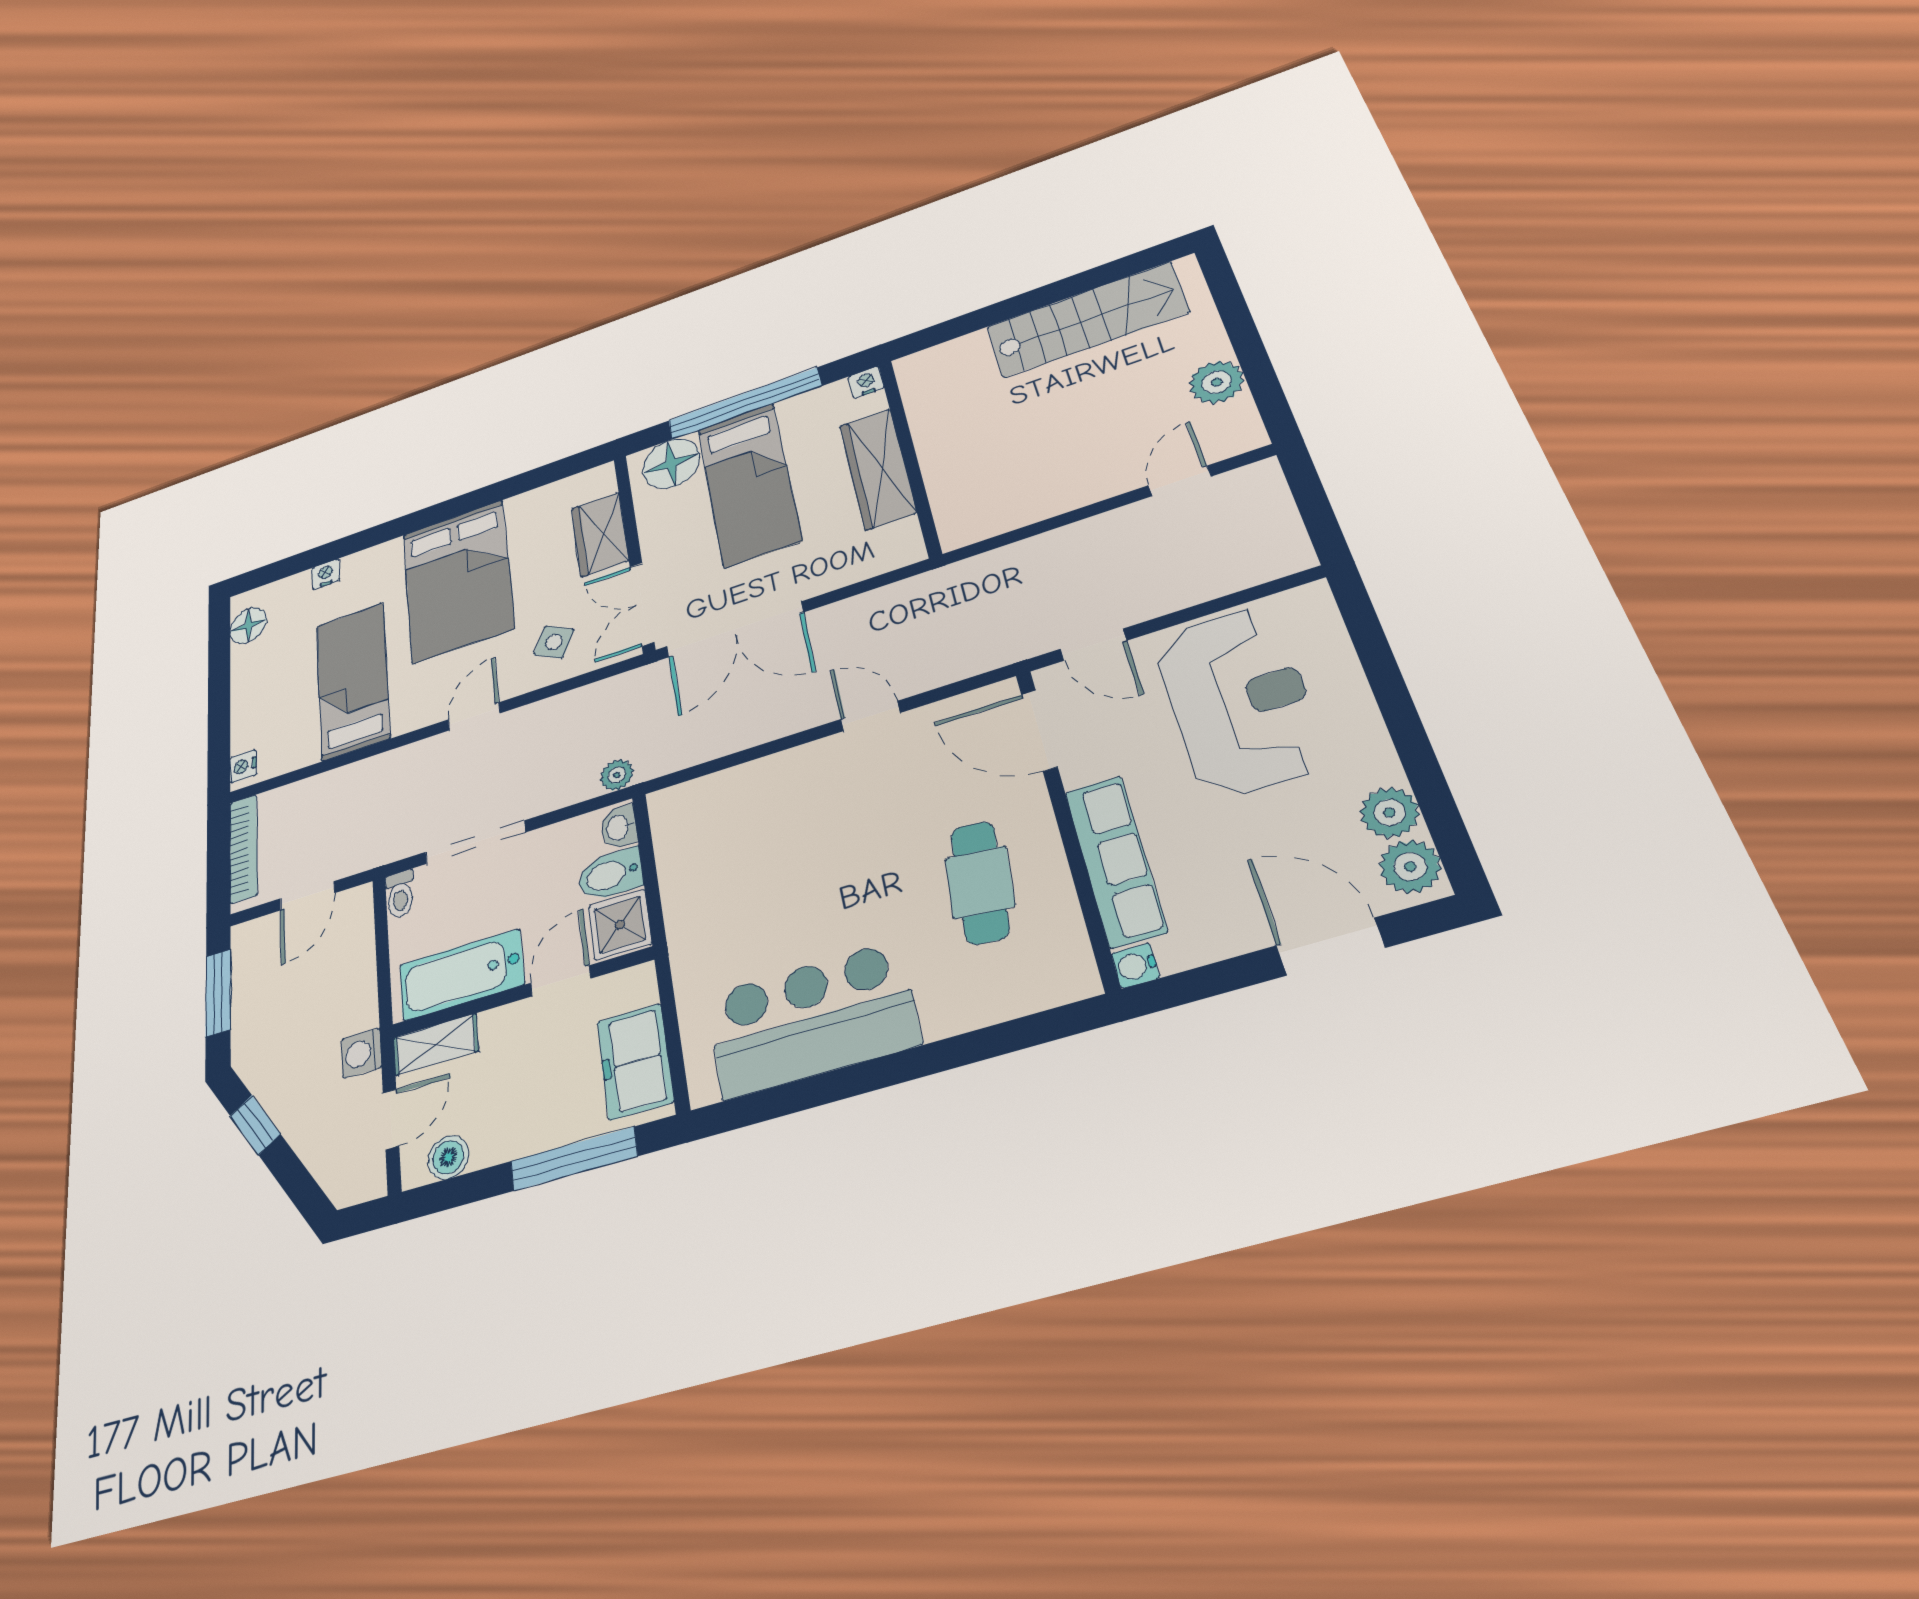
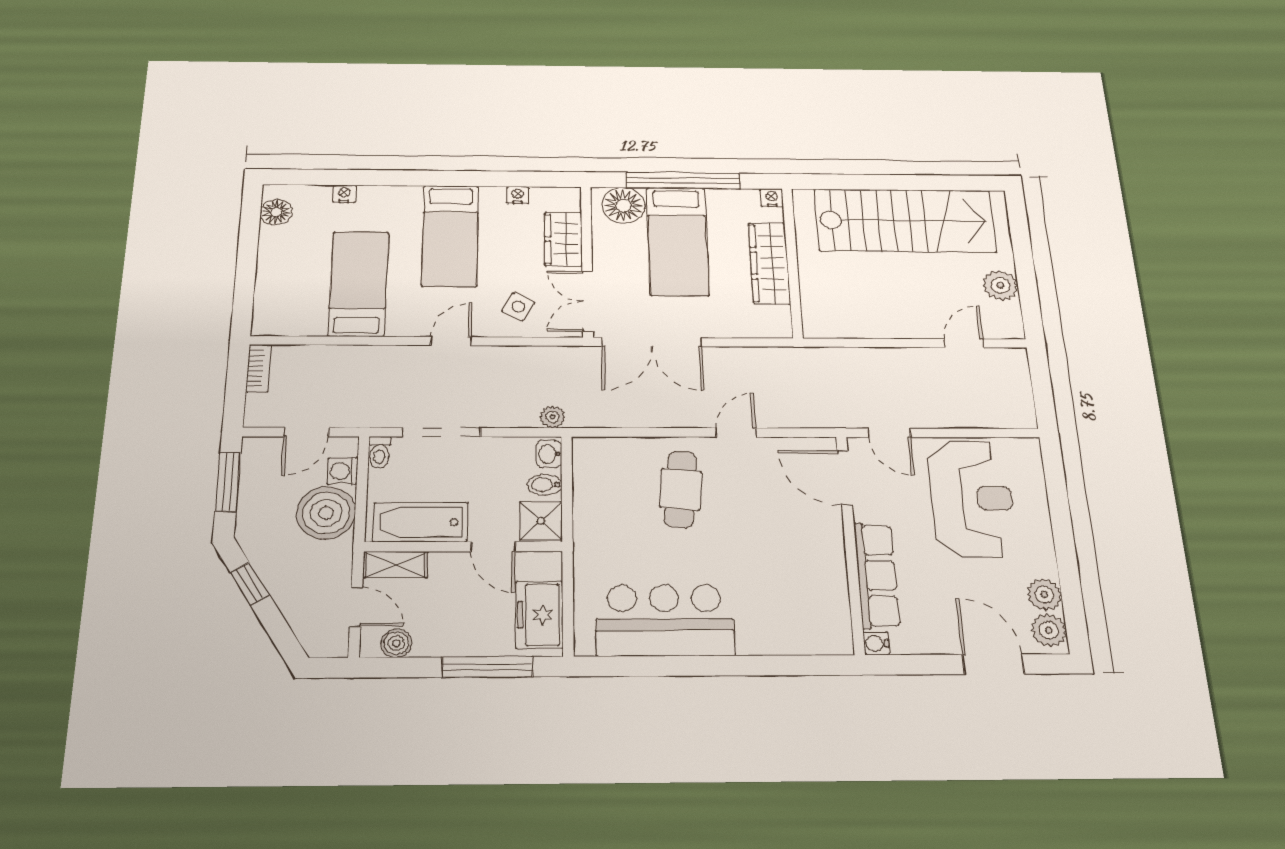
stairs: (1087, 320) -> (905, 220), width x1.36, depth x1.51
bed: (458, 581) -> (450, 236), width x0.67
door: (870, 716) -> (736, 433), hinge flipped
nightstand: (243, 766) -> (518, 195), moved, turned 90
bookcase: (244, 848) -> (259, 368), width x0.64
bidet: (610, 875) -> (545, 485), width x0.72, depth x0.74
cafe table: (980, 882) -> (681, 489), moved
door: (561, 981) -> (493, 547), swing flipped
boiler: (341, 998) -> (326, 513), added
washing machine: (361, 1053) -> (342, 471), moved
door: (391, 1119) -> (356, 607), hinge flipped

